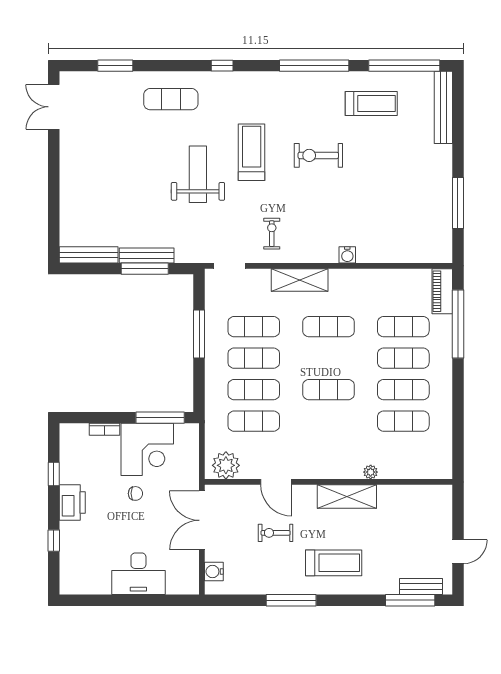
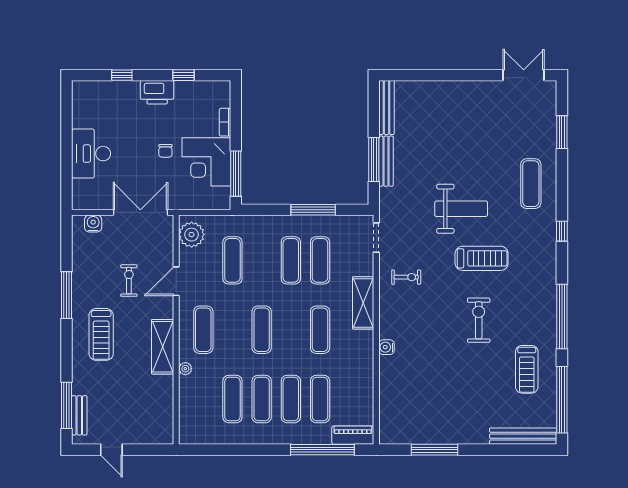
exercise mat: (254, 390) -> (203, 330), moved

